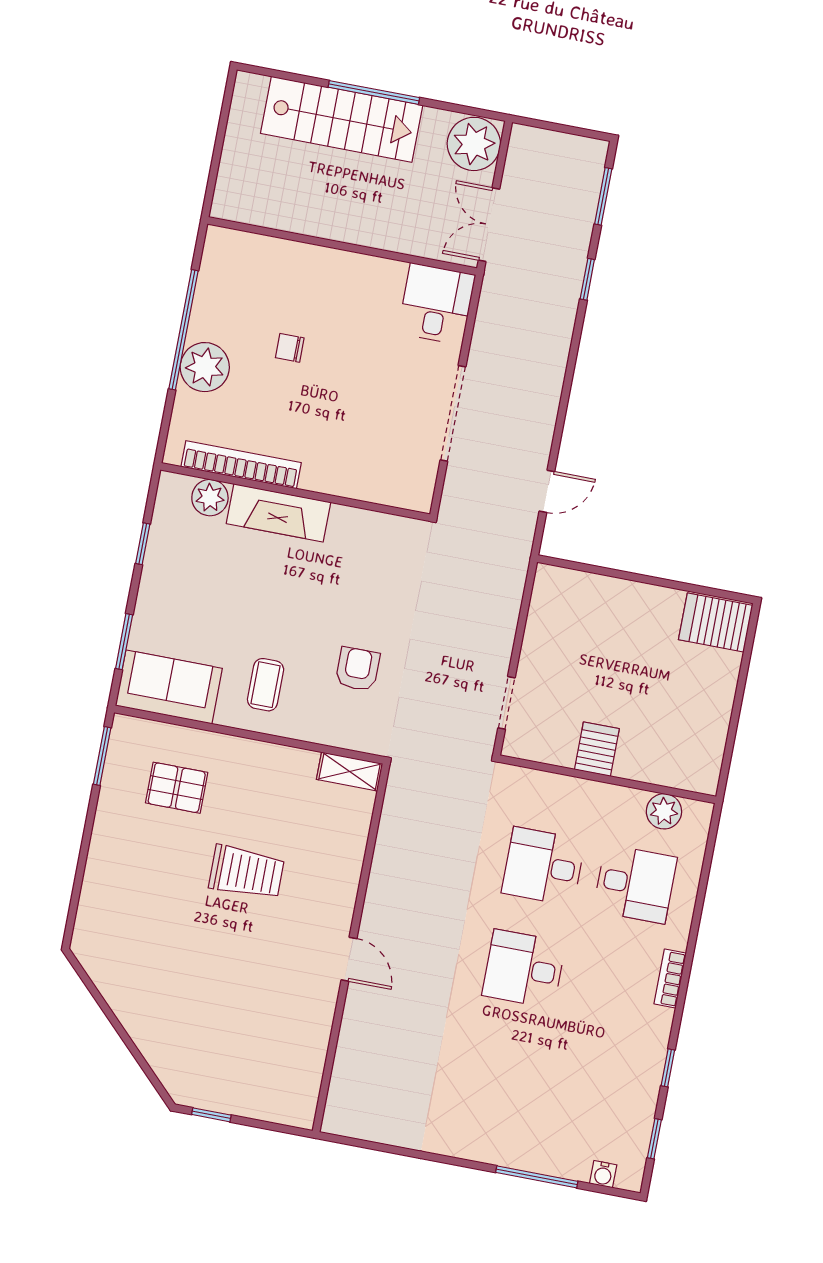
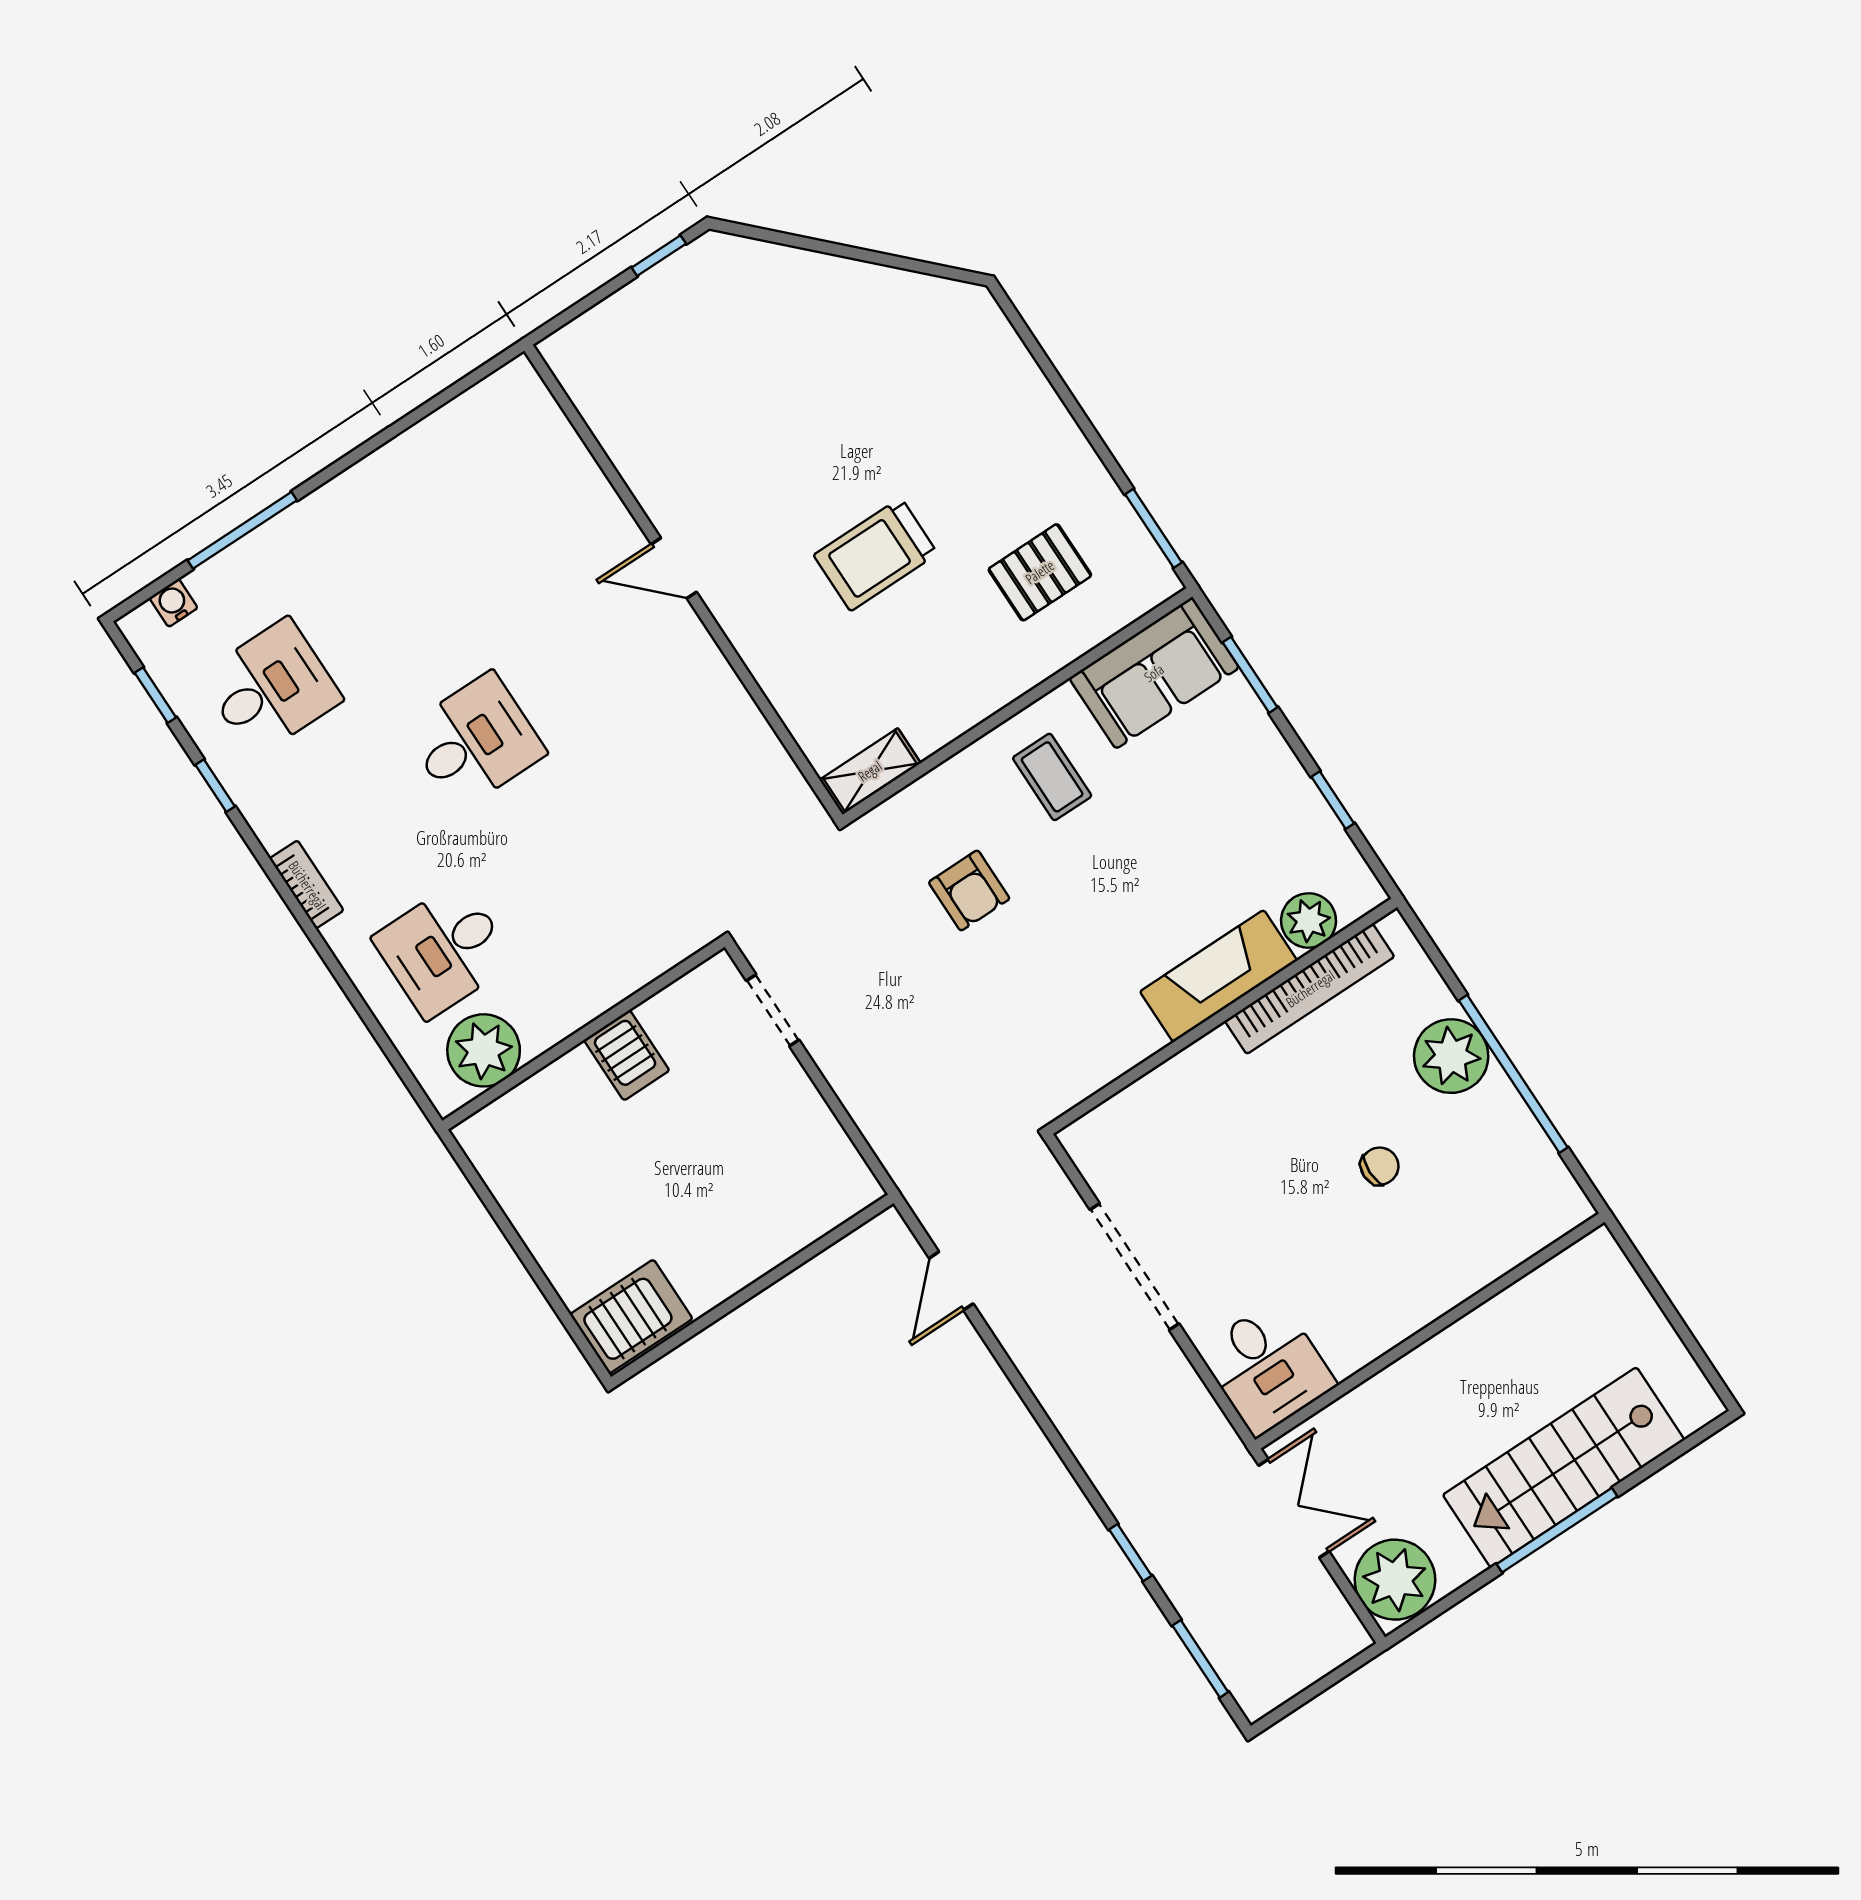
plant: (664, 811) -> (484, 1050), width x1.36, depth x1.36
desk: (543, 866) -> (271, 688), moved

